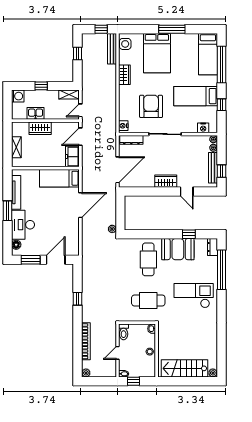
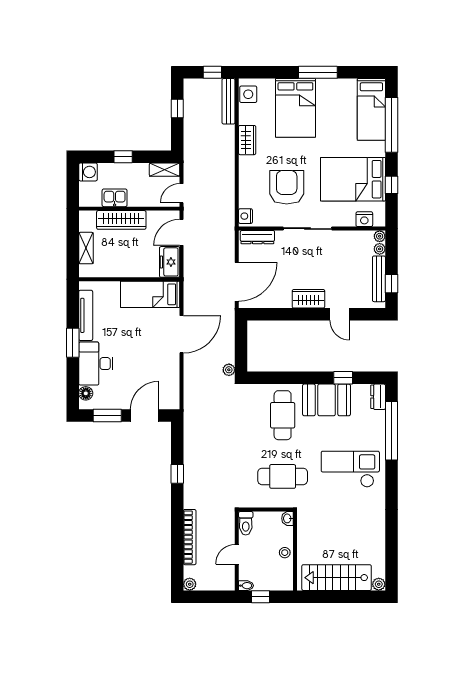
bed: (196, 96) -> (353, 179), width x1.50
wardrobe: (40, 128) -> (121, 220), width x1.50

